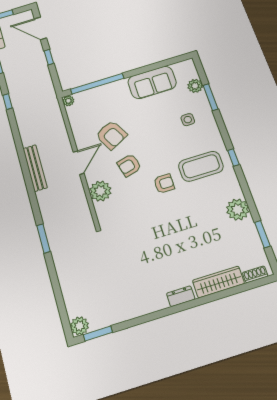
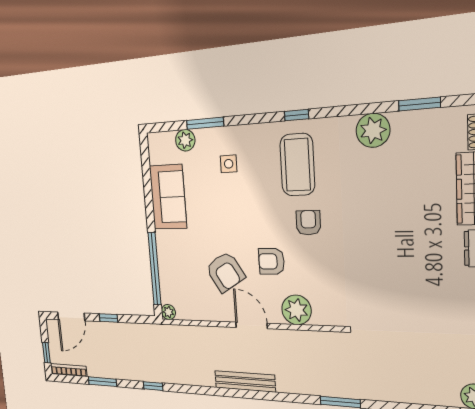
armchair: (111, 135) -> (225, 272), turned 86
armchair: (129, 165) -> (271, 261), turned 105

